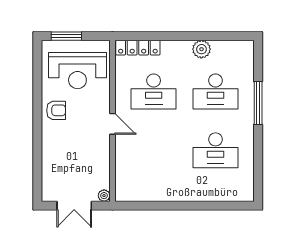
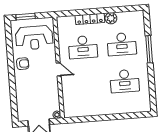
locker: (138, 48) -> (90, 19), moved

